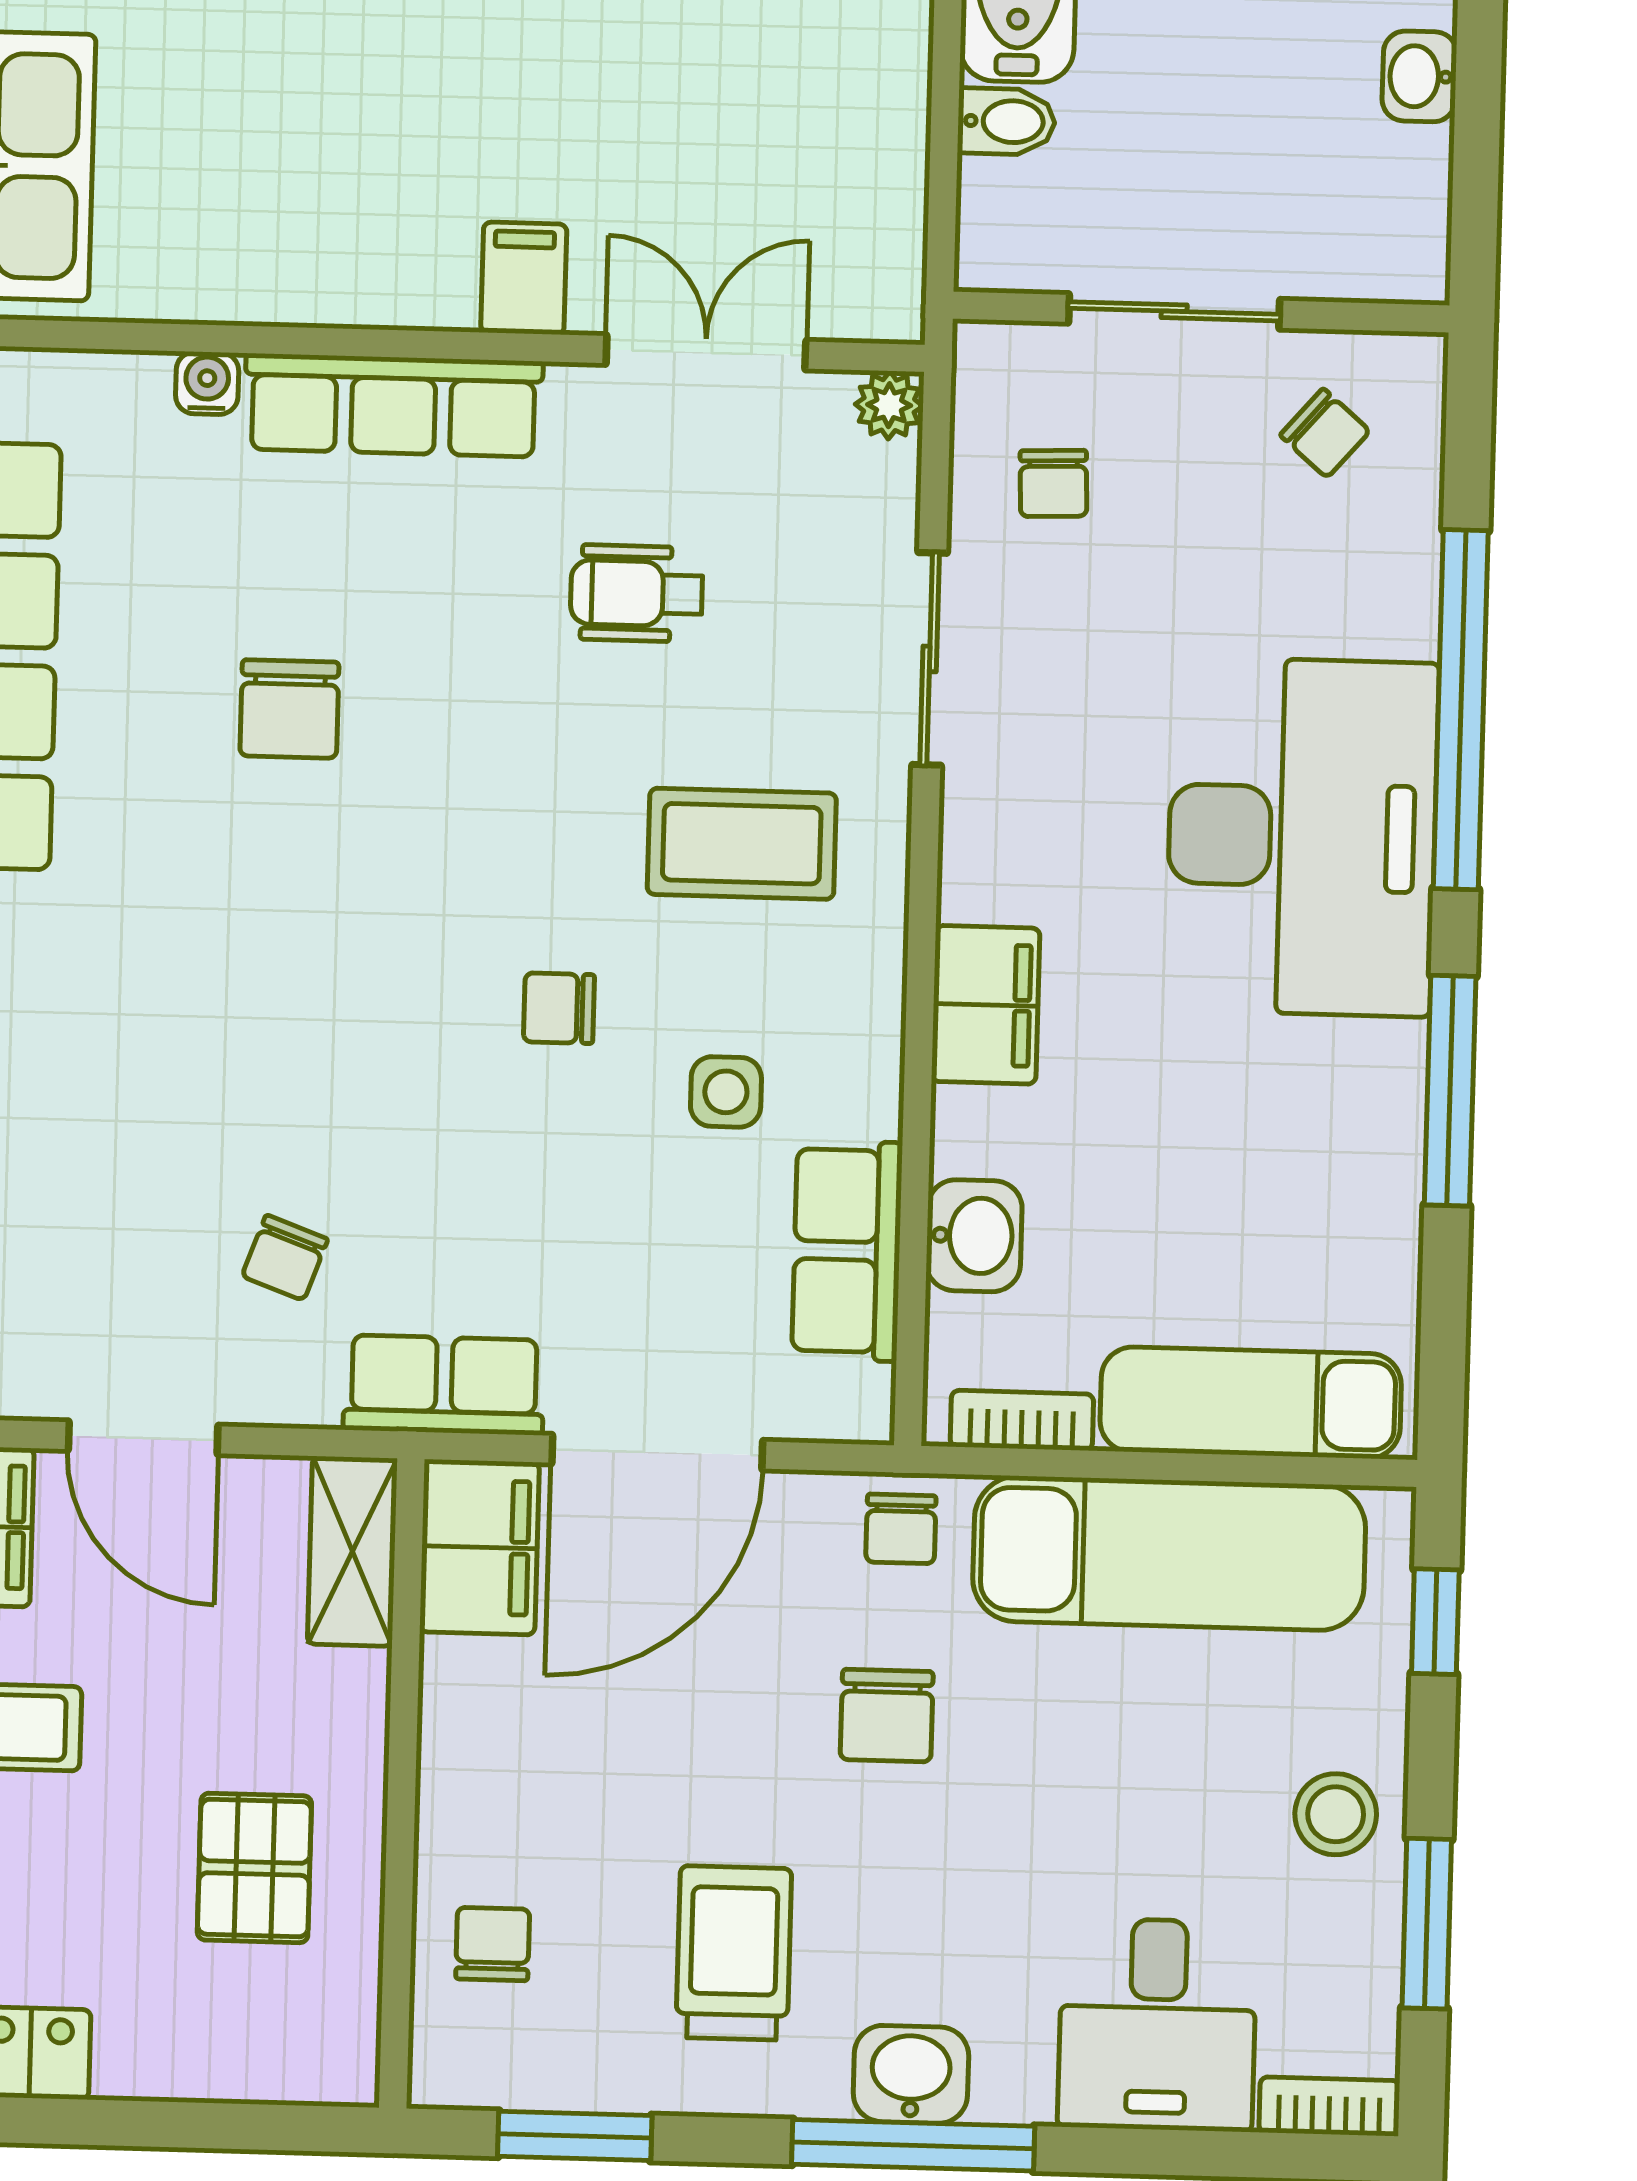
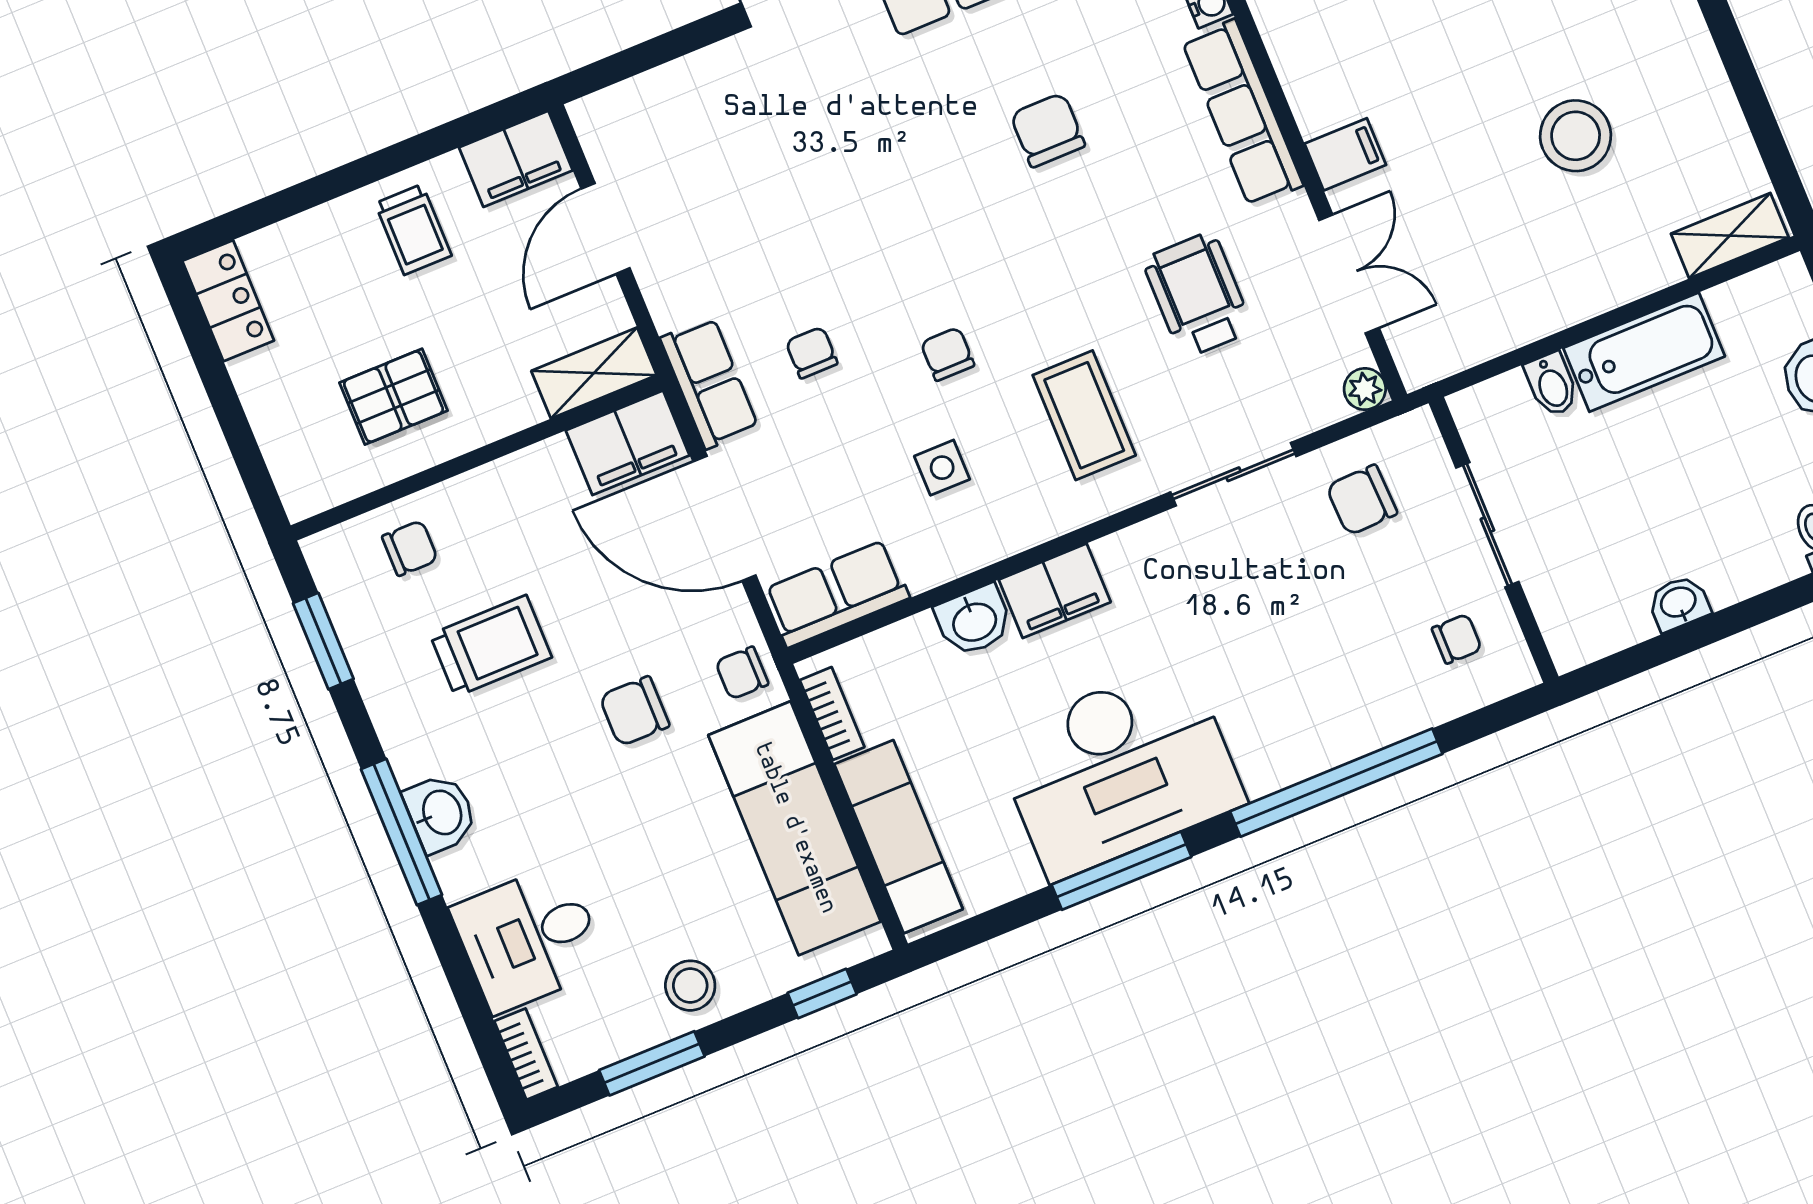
chair: (1325, 433) -> (1457, 639), turned -131
chair: (1053, 483) -> (1362, 500), width x1.37, depth x1.37
wheelchair: (637, 593) -> (1198, 295), width x1.36, depth x1.37
chair: (289, 709) -> (1048, 130), turned 90
desk: (1302, 837) -> (1119, 770), moved
washbasin: (974, 1236) -> (974, 621), moved
row of seats: (847, 1251) -> (836, 594), moved
chair: (285, 1258) -> (812, 353), moved, turned 70
trolley: (734, 1953) -> (491, 646), moved

